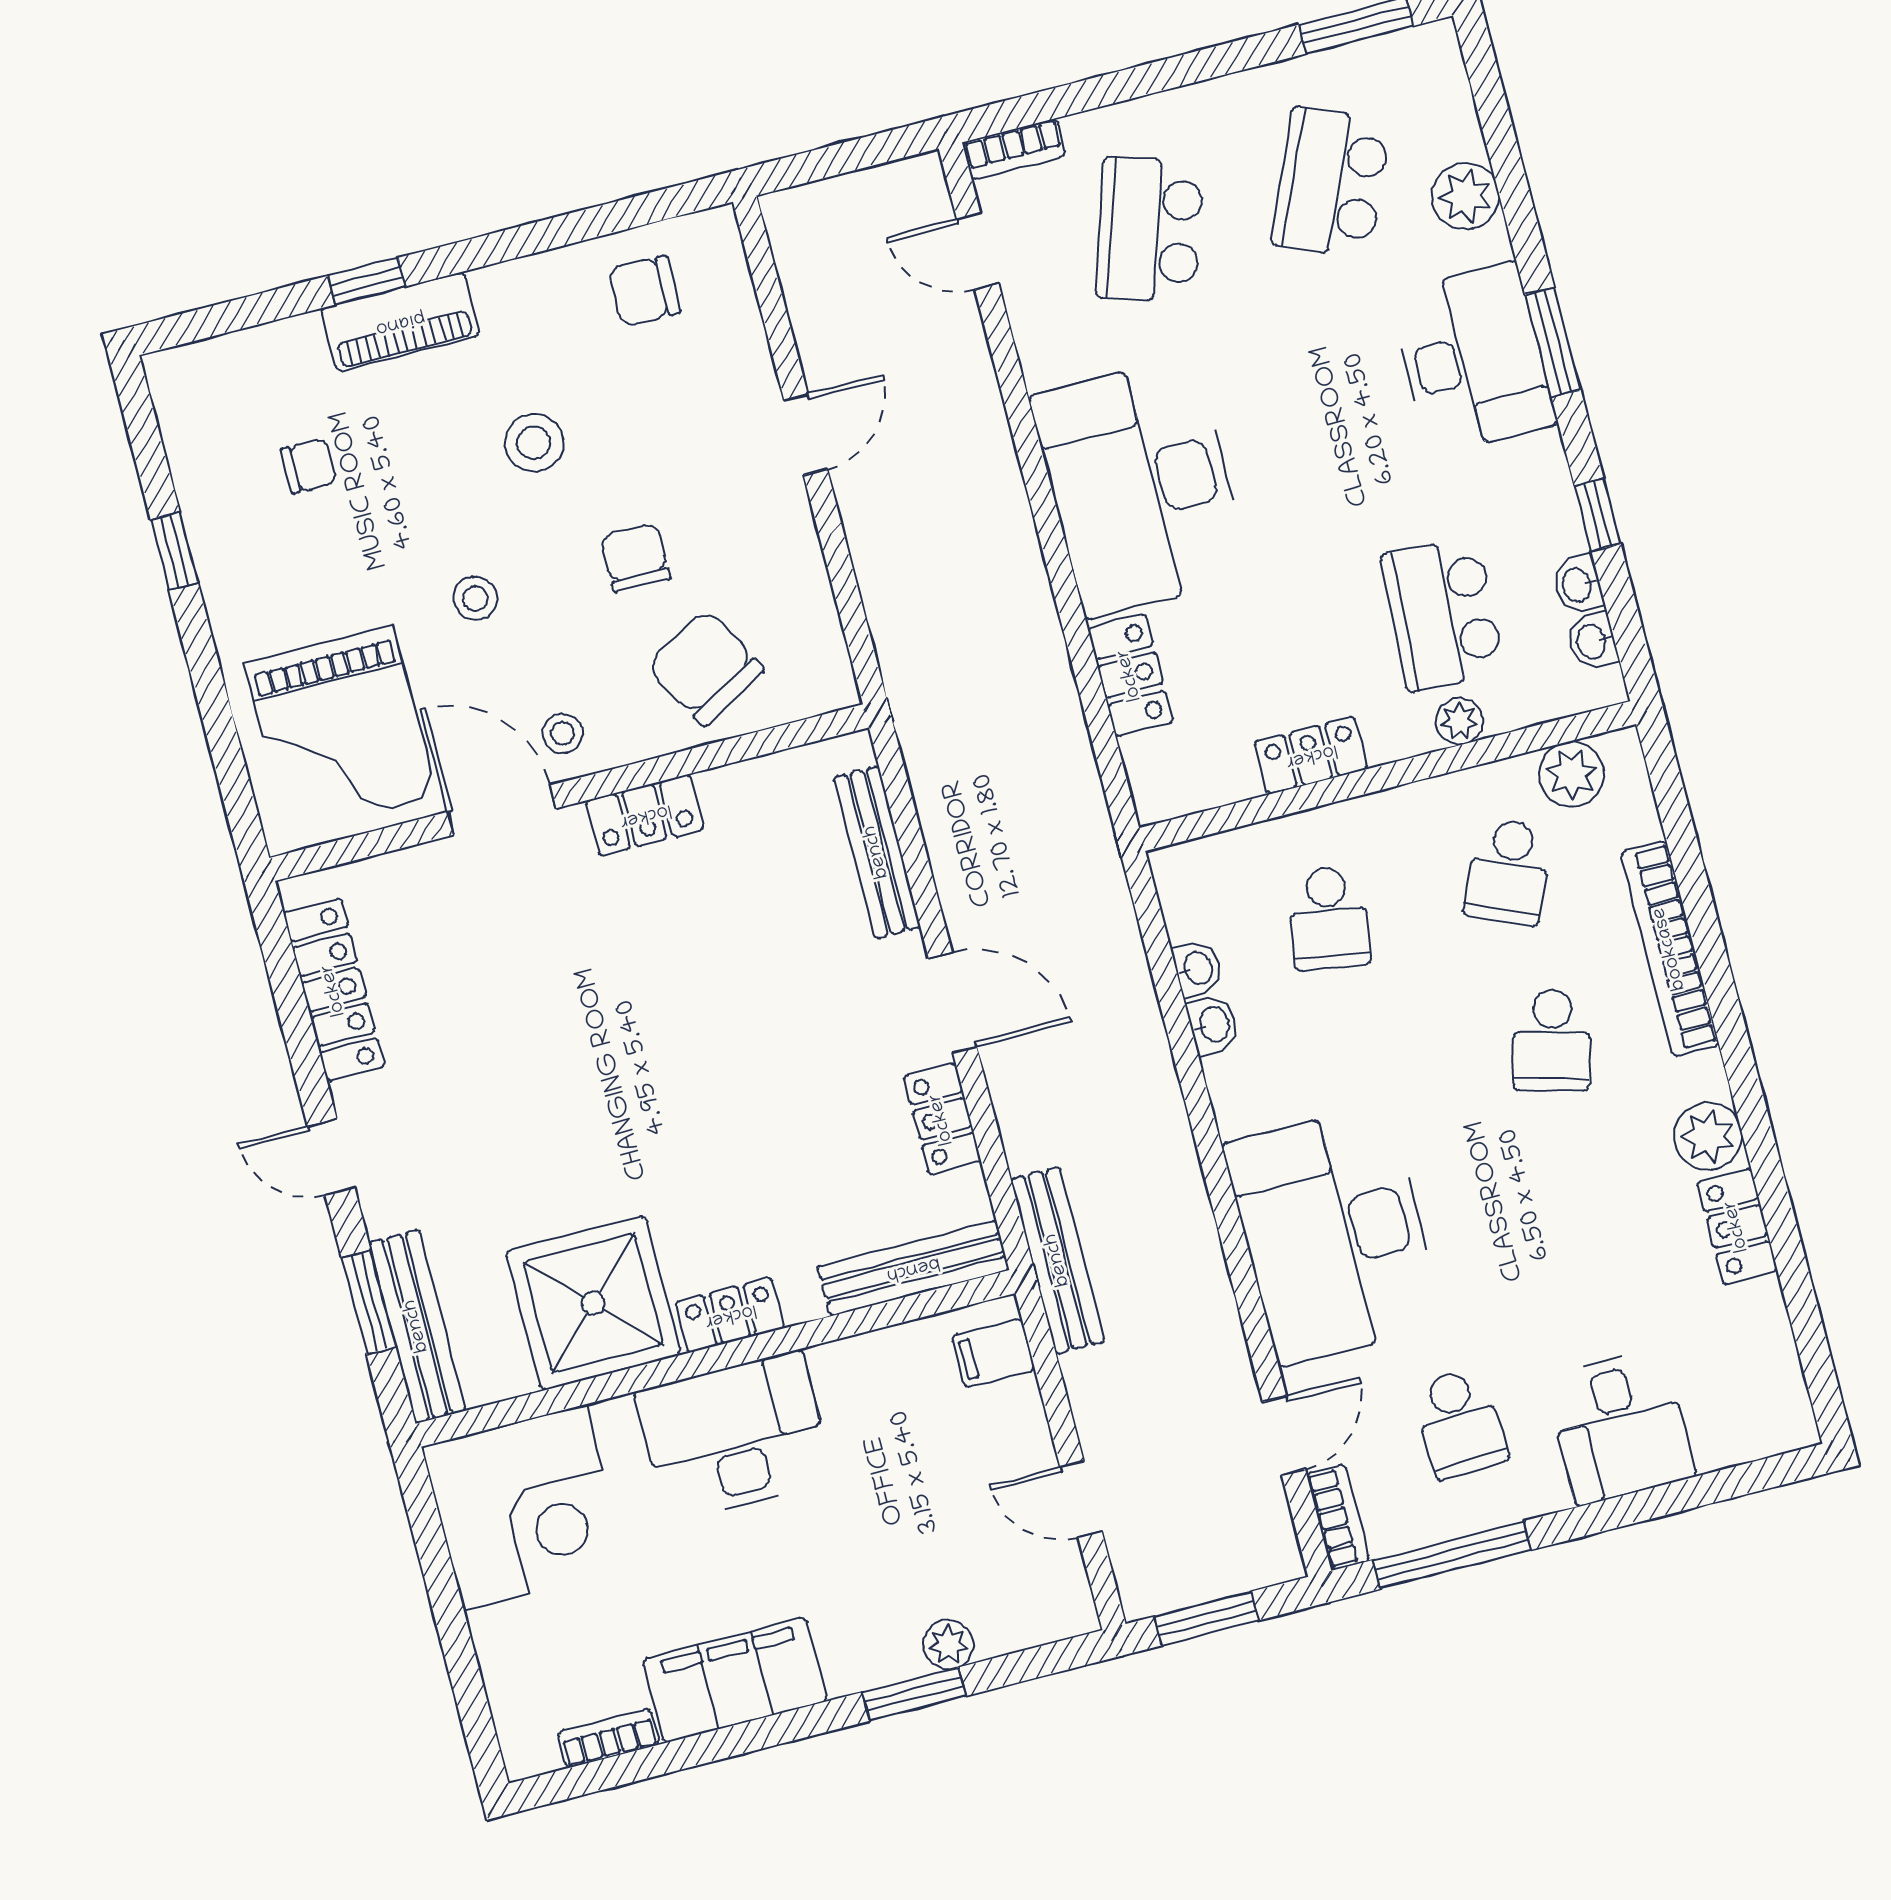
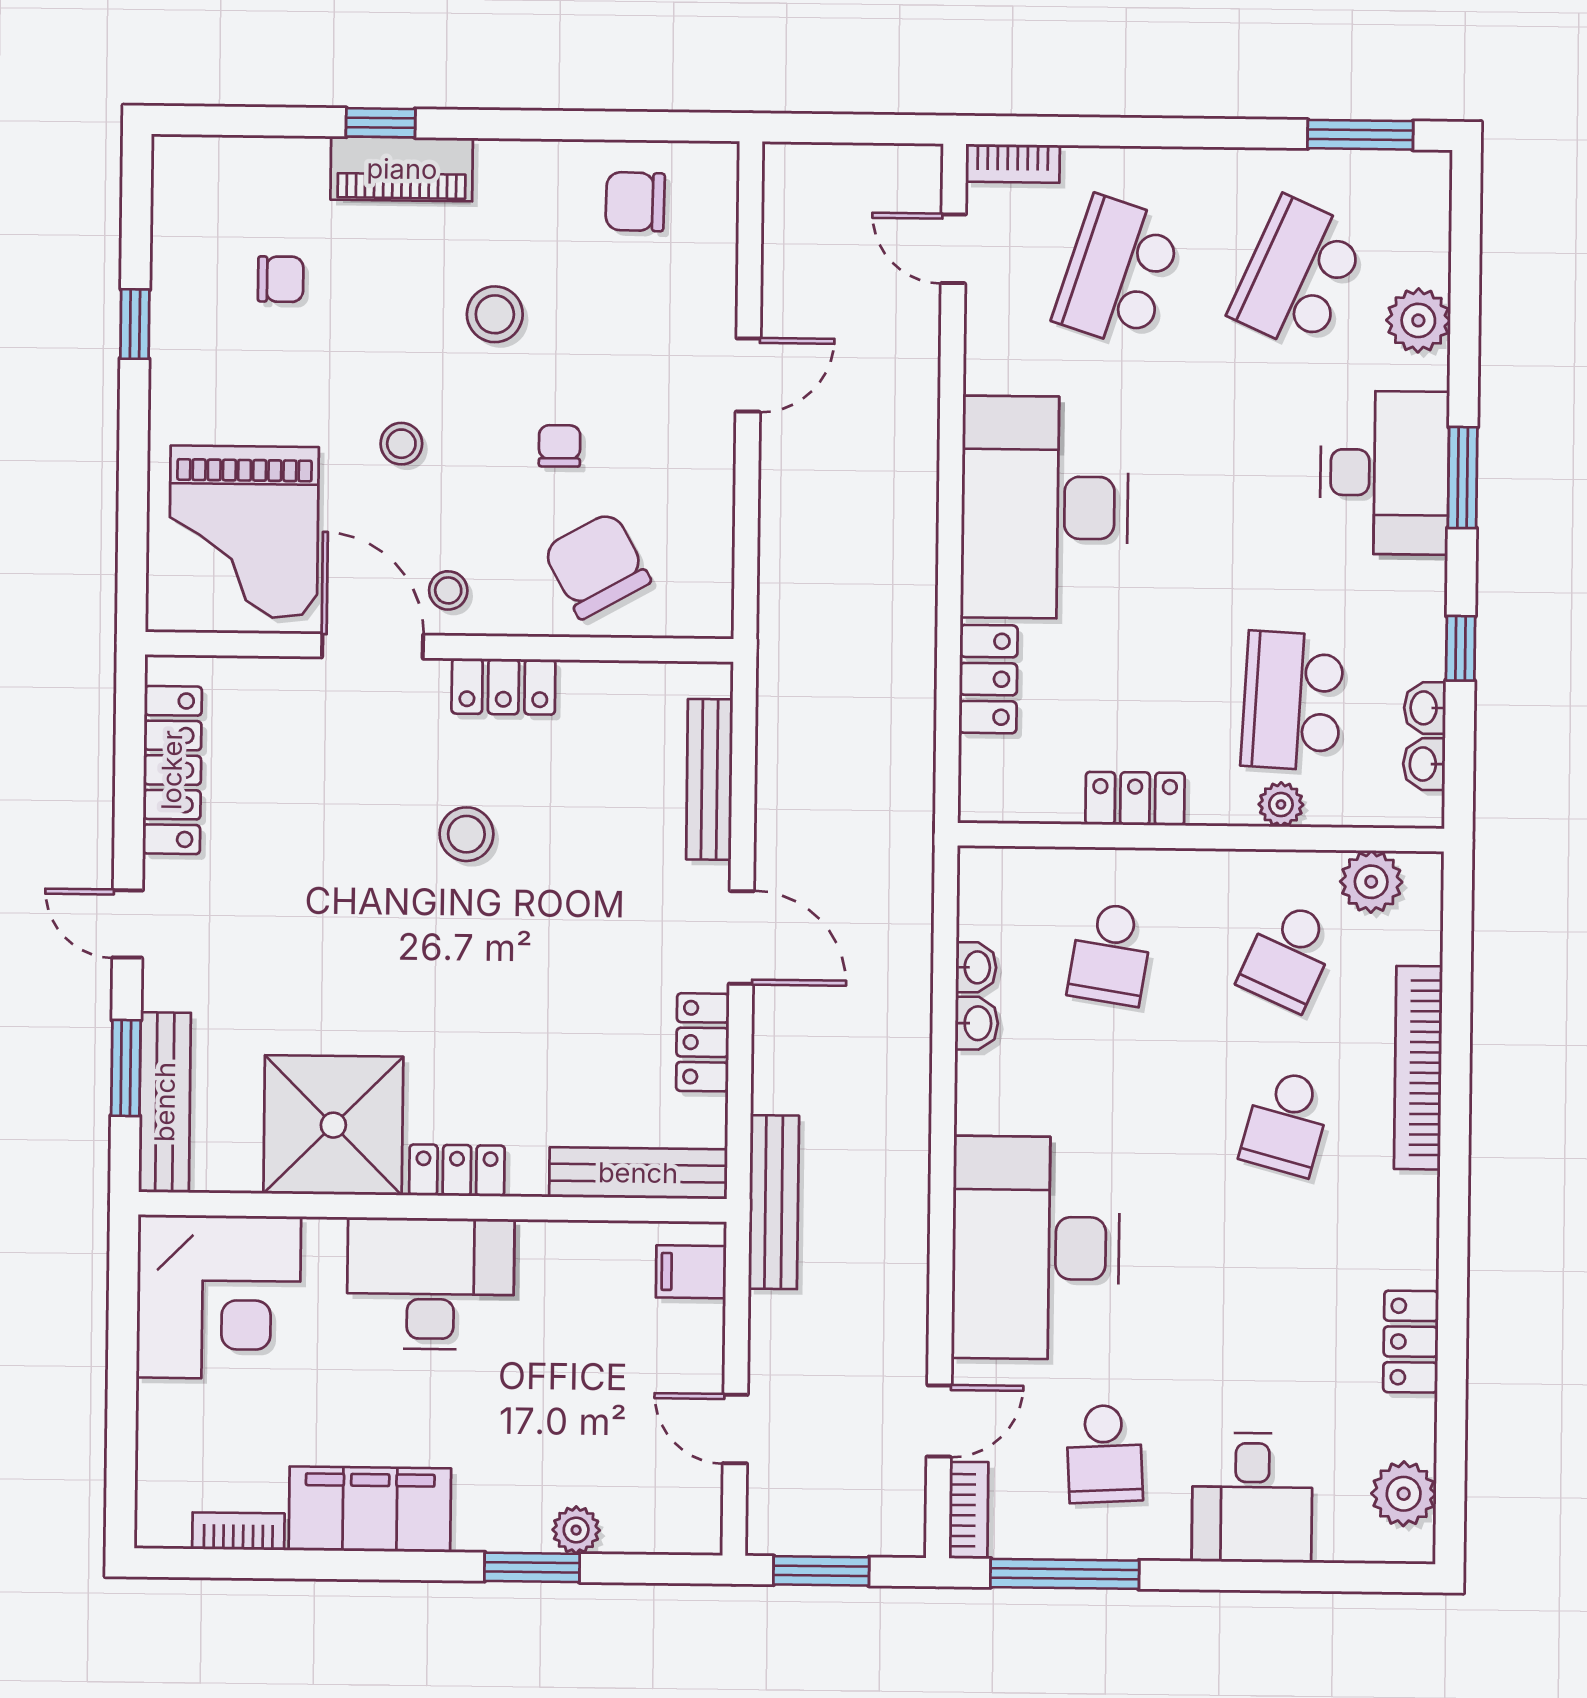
chair: (635, 558) -> (560, 446), width x0.73, depth x0.73
stool: (648, 974) -> (466, 834), added
plant: (1708, 1136) -> (1404, 1494), moved

